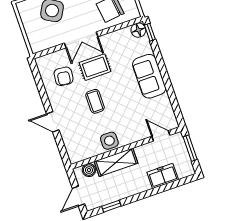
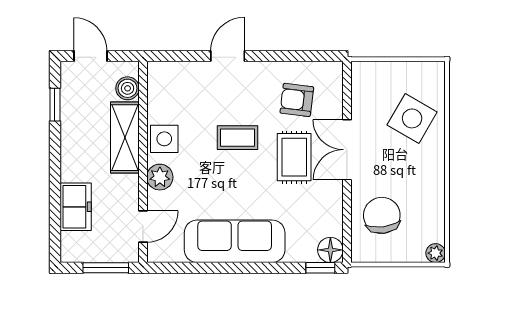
sofa: (149, 76) -> (235, 241), width x1.36
plant: (131, 136) -> (160, 177), added

